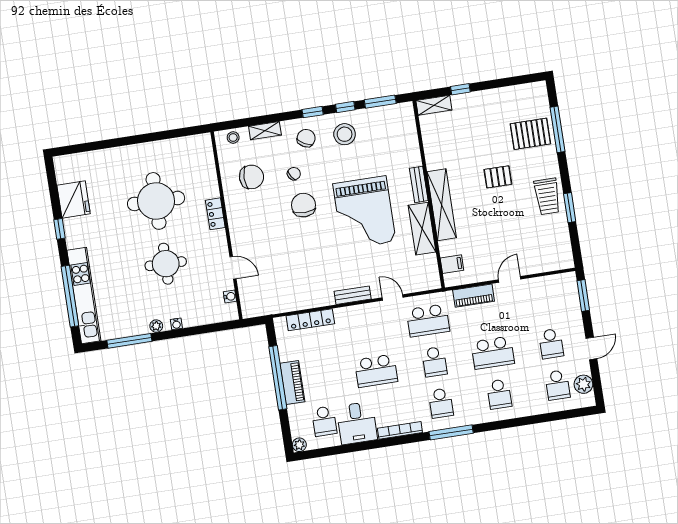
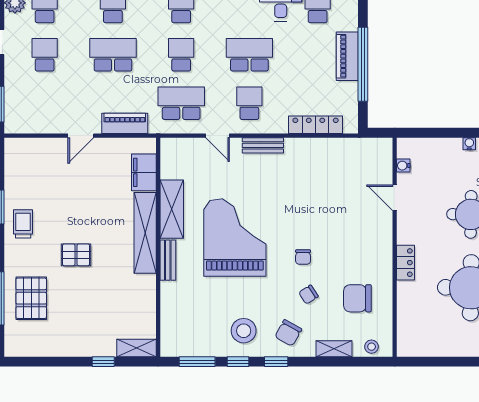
pallet: (530, 134) -> (31, 298), turned 90
trolley: (547, 196) -> (23, 224), width x0.73, depth x0.72
chair: (303, 205) -> (303, 257), width x0.54, depth x0.54
filing cabinet: (452, 264) -> (144, 172), width x2.00
school desk: (370, 329) -> (249, 103), added

